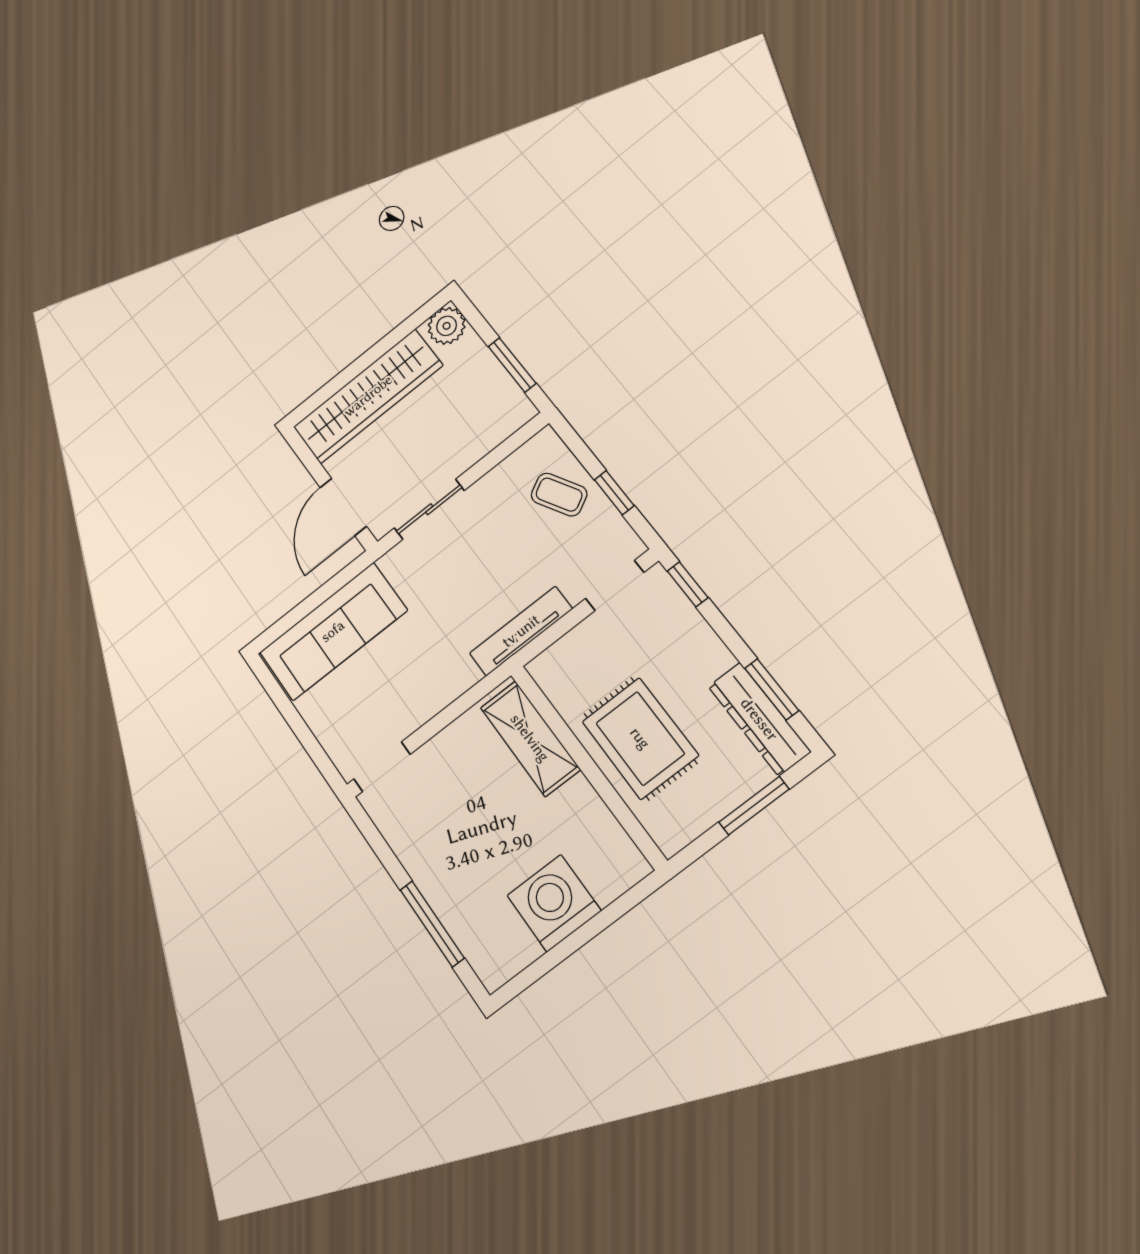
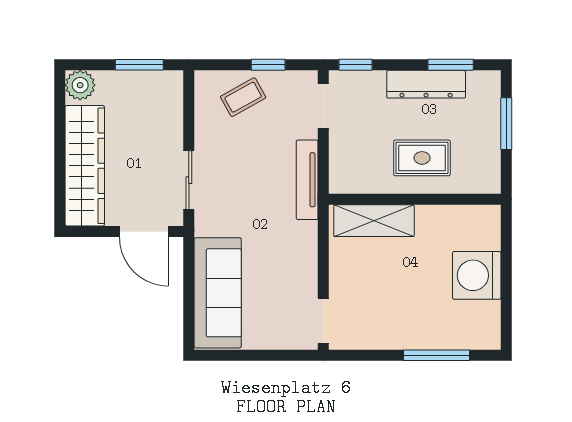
dresser: (759, 719) -> (426, 84), moved
rug: (640, 738) -> (422, 158), width x0.73, depth x0.70

